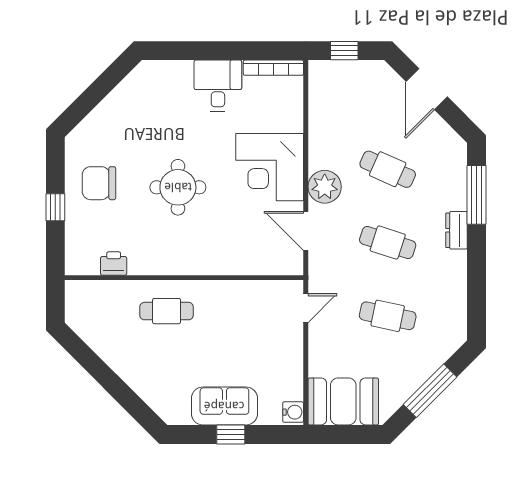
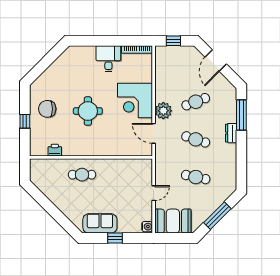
cafe table: (388, 169) -> (196, 102), turned -45
door: (306, 308) -> (154, 193), moved
sofa: (224, 406) -> (100, 223), moved

